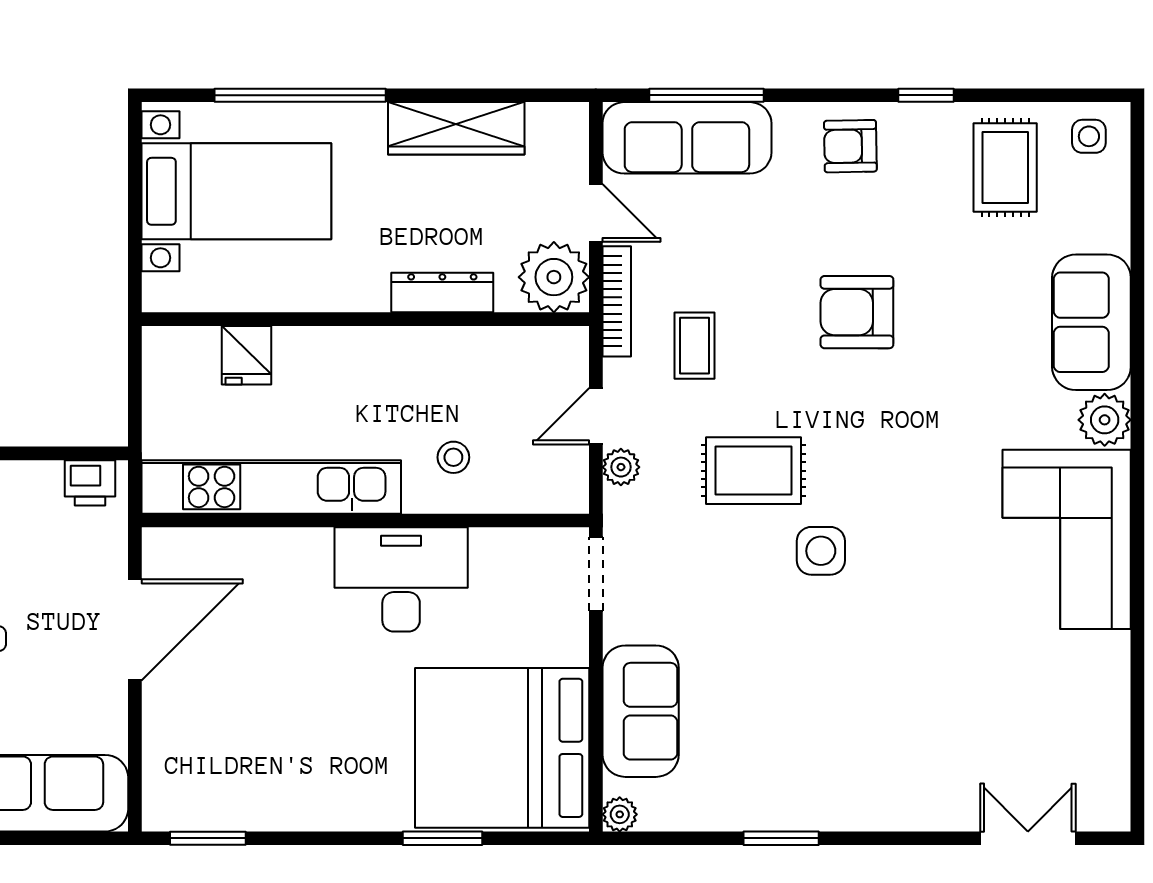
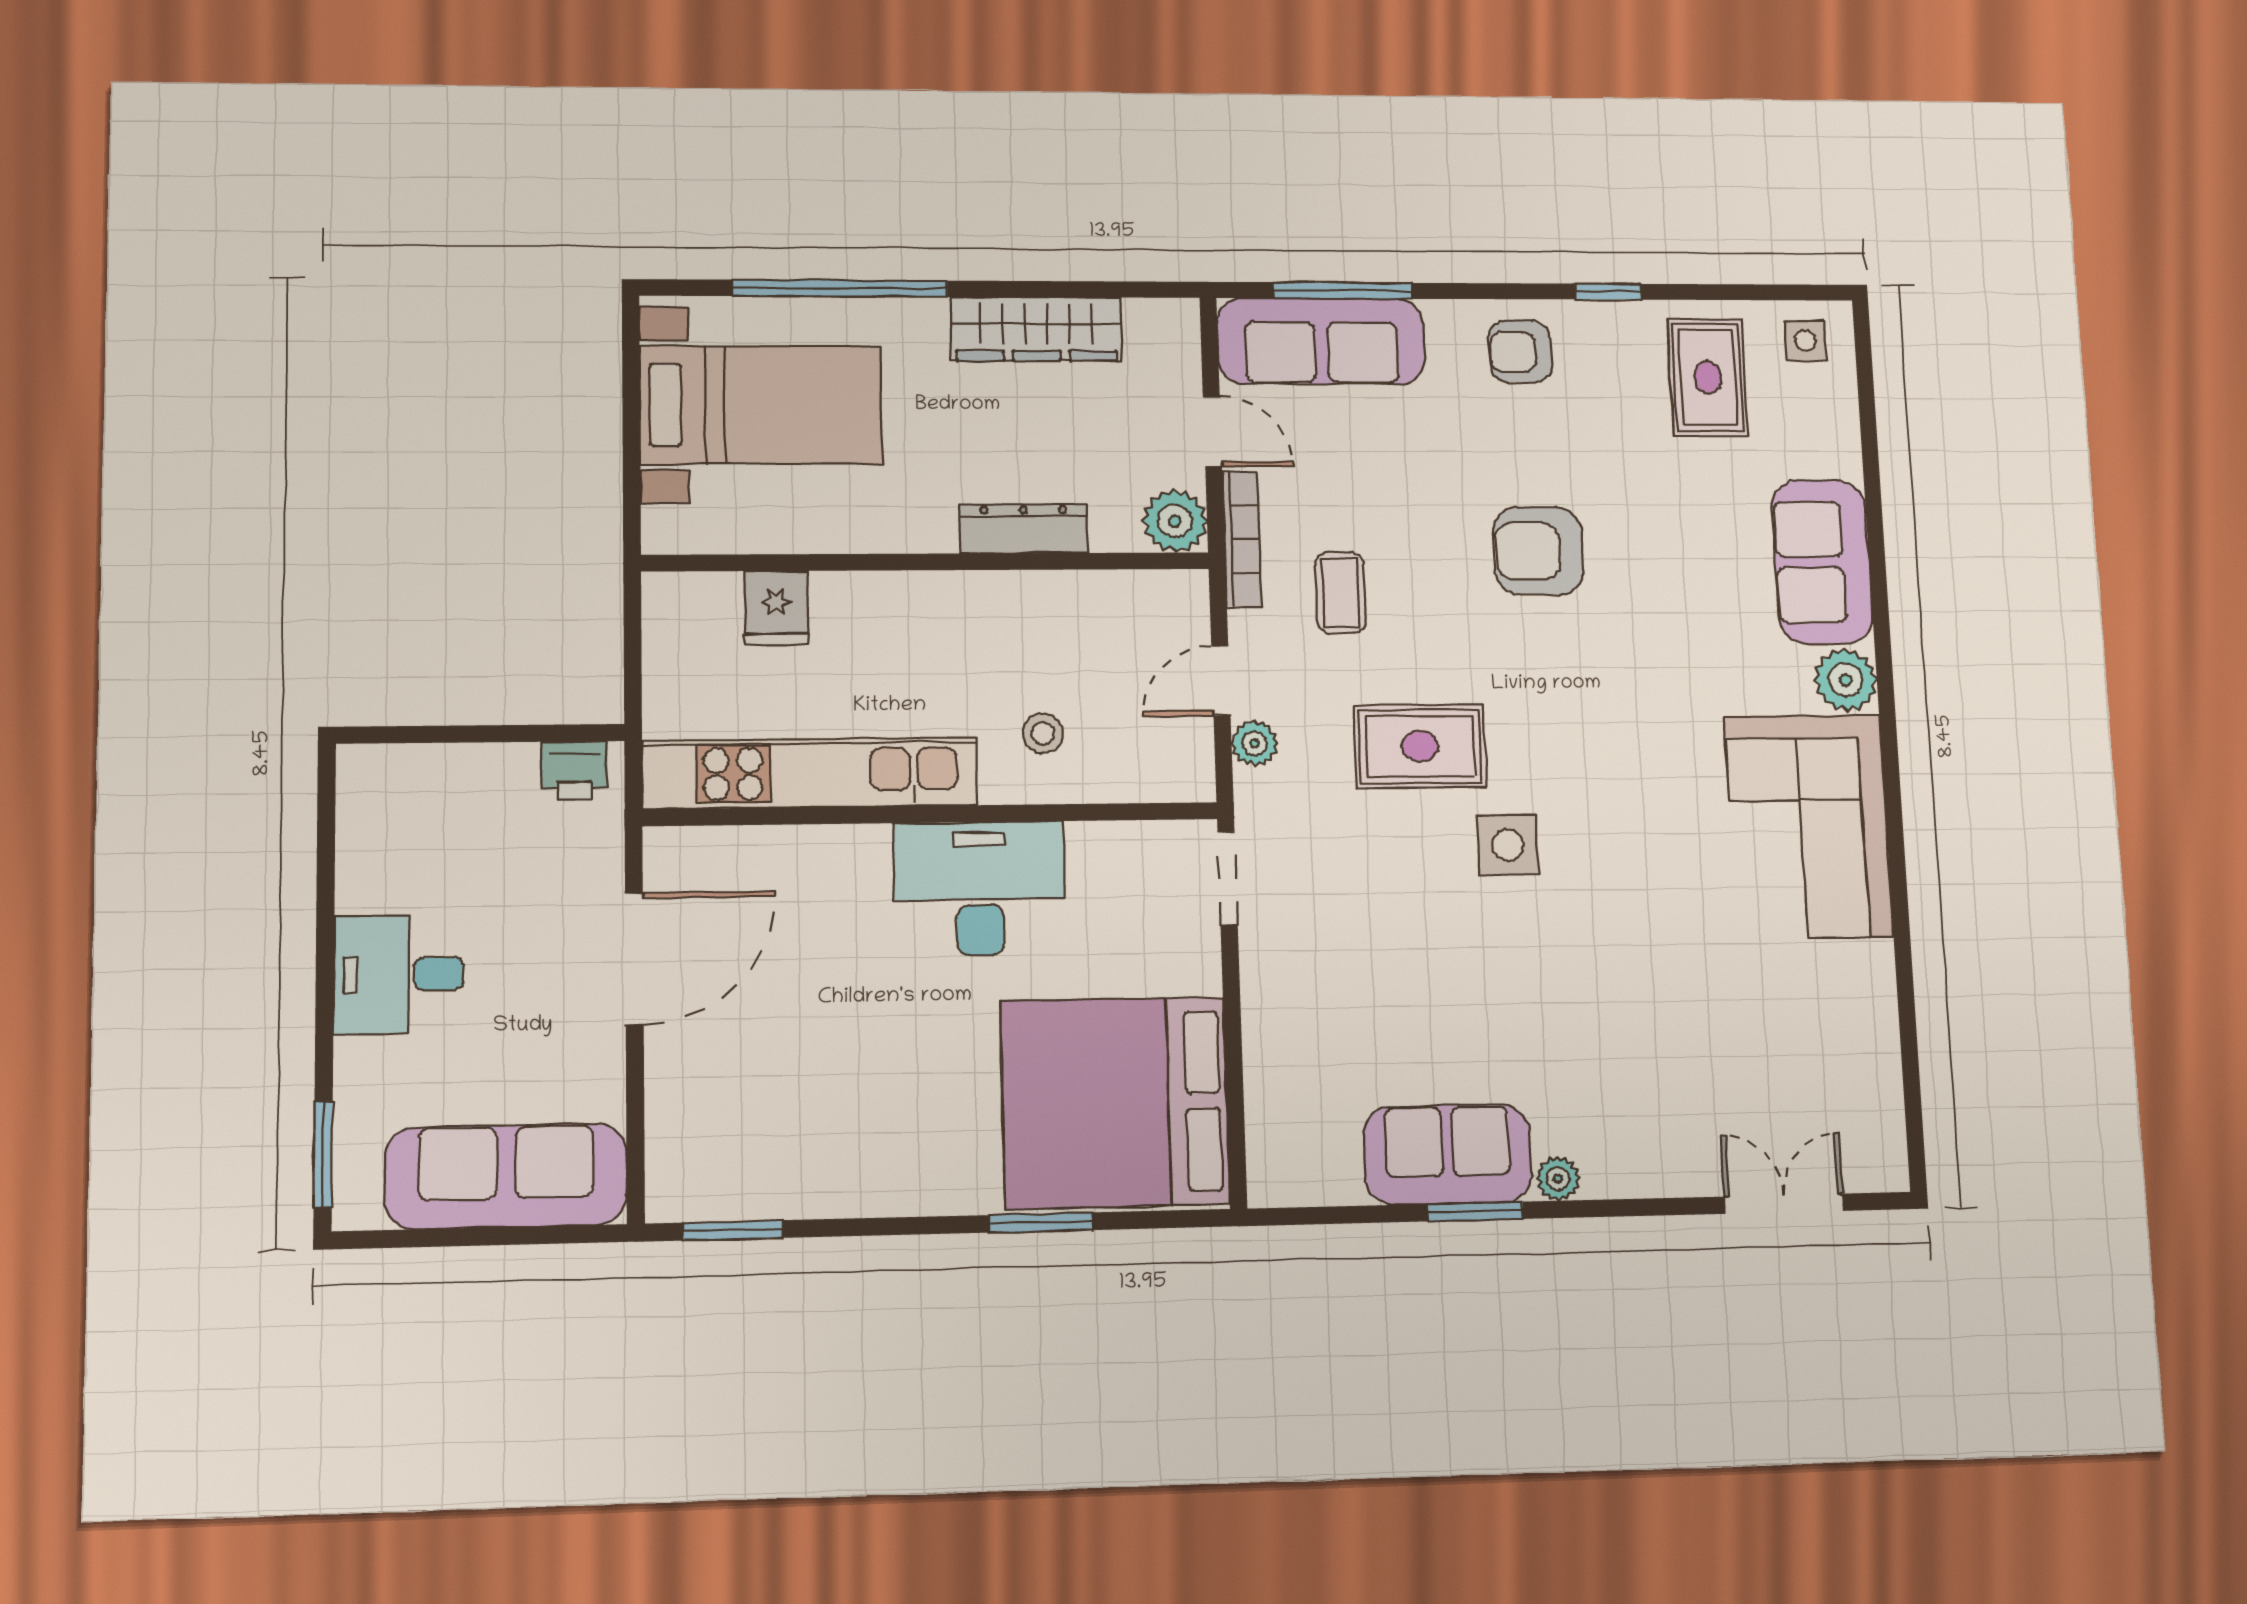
plant: (554, 277) -> (1175, 521), width x0.73, depth x0.73
sofa: (641, 711) -> (1448, 1154), moved, turned -90
plant: (620, 814) -> (1558, 1179), moved

